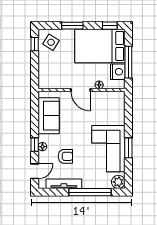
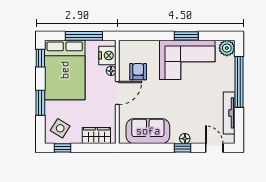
nightstand: (118, 72) -> (107, 55), moved, turned 90
wardrobe: (45, 73) -> (96, 136), added
armchair: (65, 156) -> (138, 72), moved

